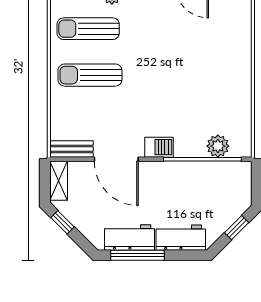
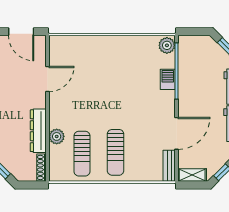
plant: (218, 146) -> (167, 45), moved
barbecue: (159, 147) -> (168, 79), moved

